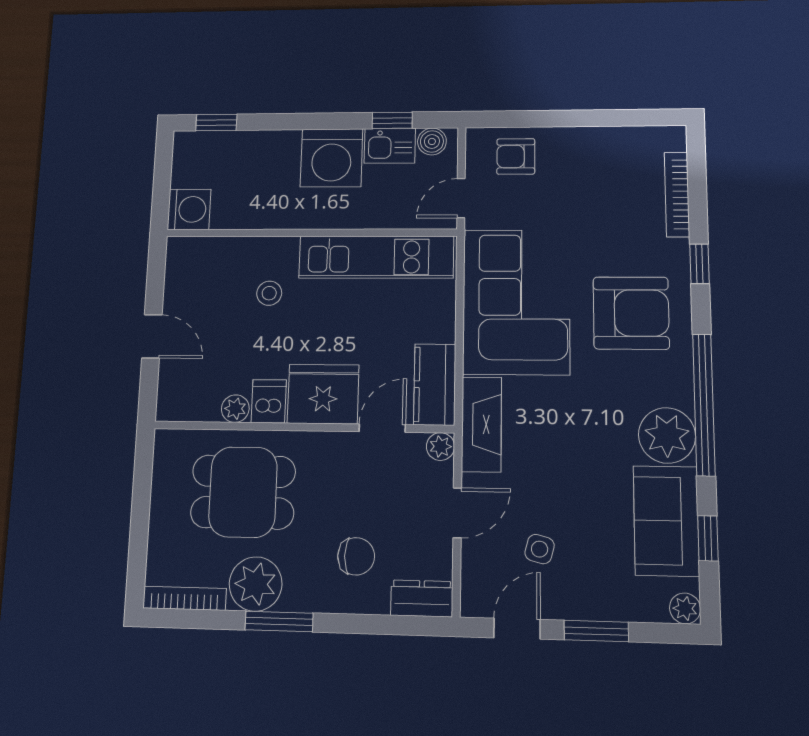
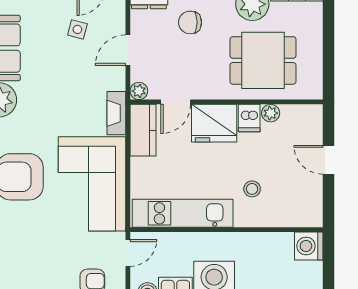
fireplace: (481, 424) -> (116, 113), width x0.73, depth x0.76

